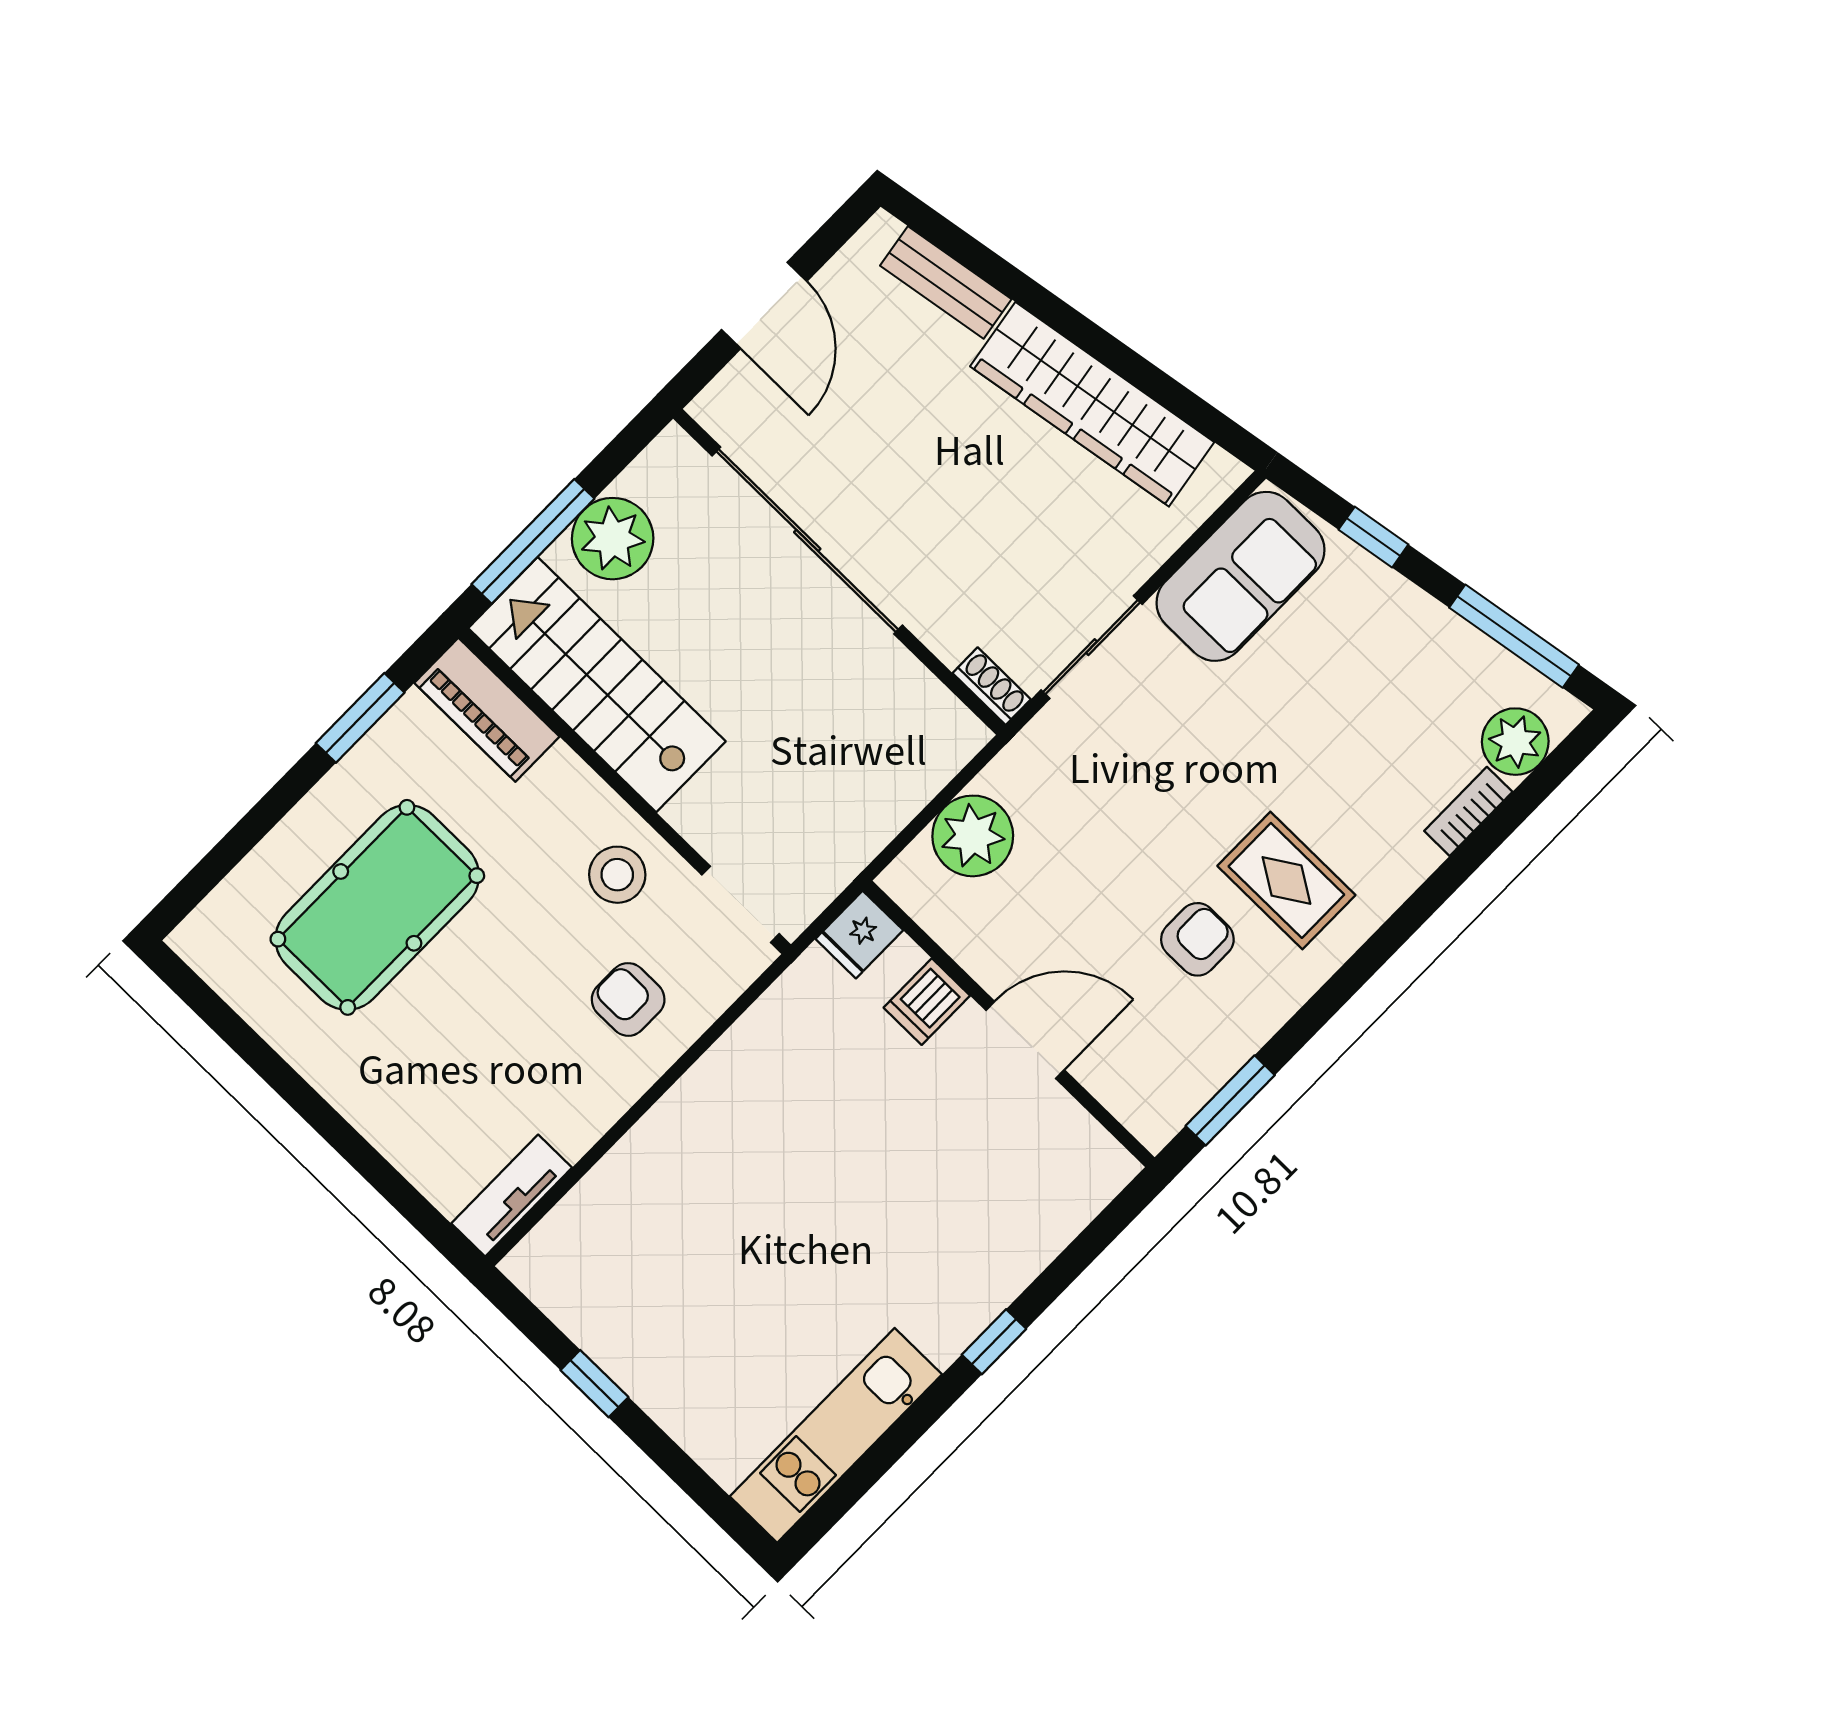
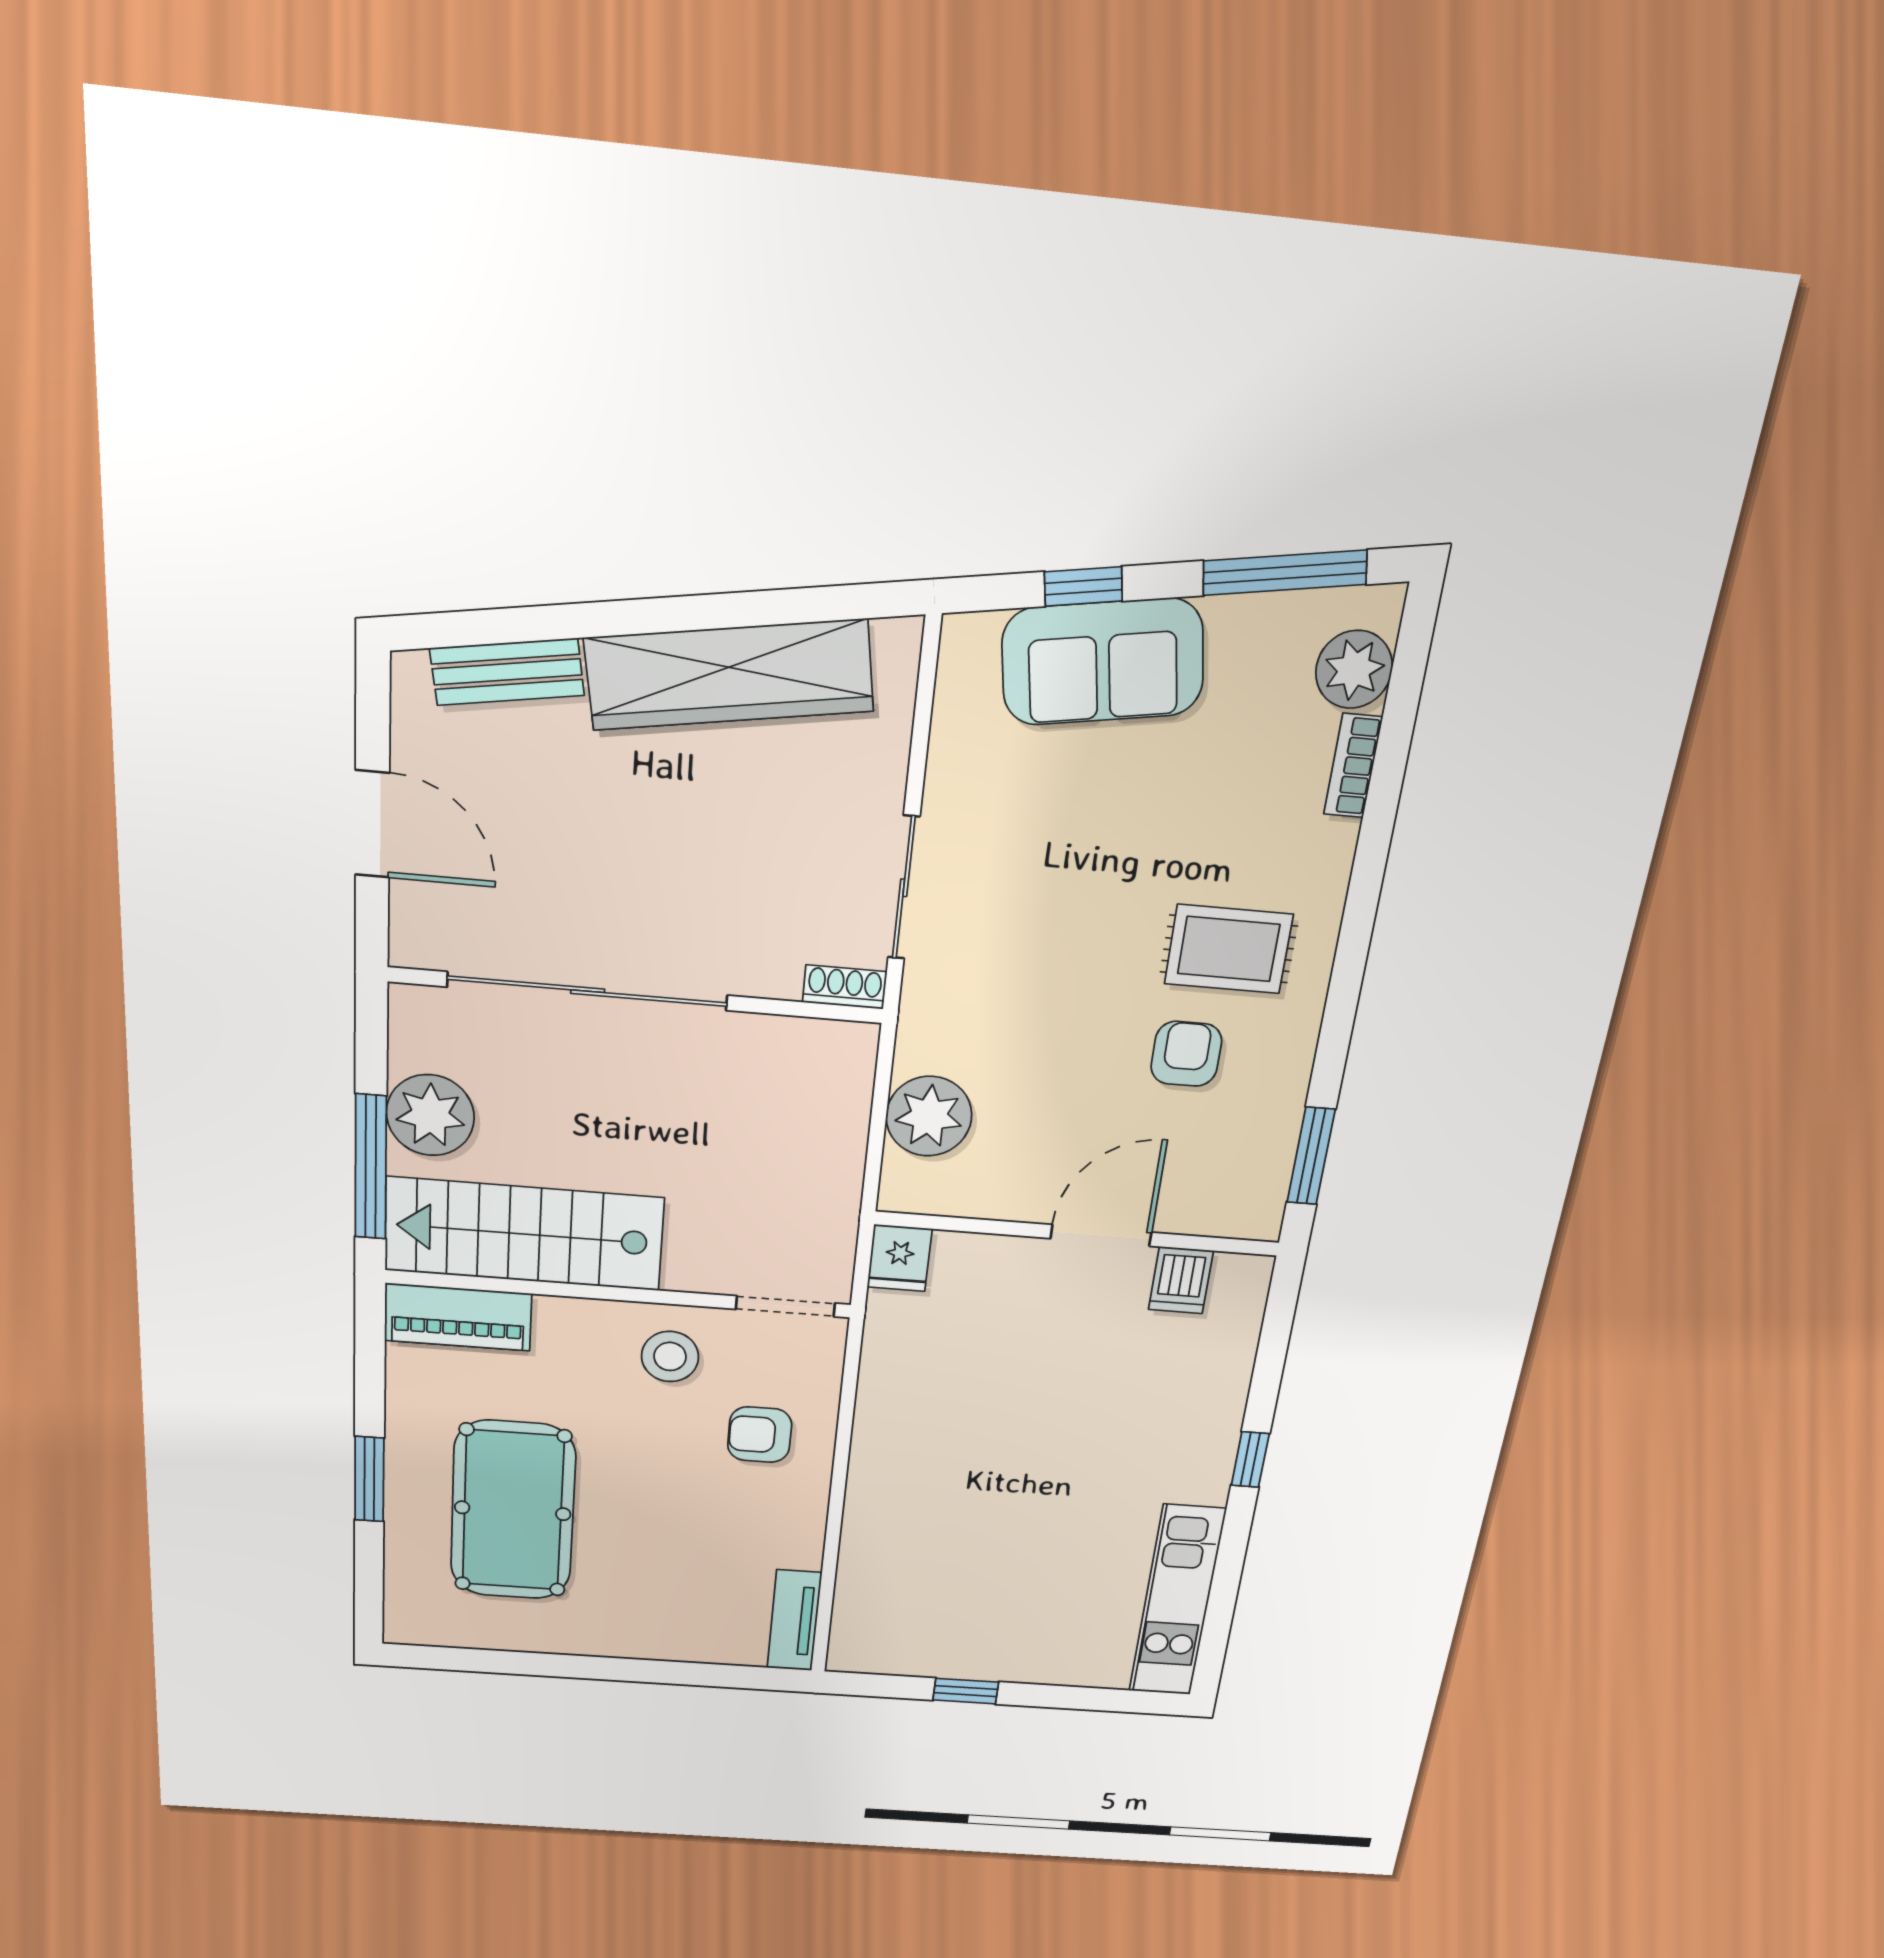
sofa: (1240, 576) -> (1103, 662), moved, turned 81
window: (360, 718) -> (369, 1479), moved
dishwasher: (927, 1002) -> (1181, 1280), moved

